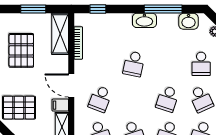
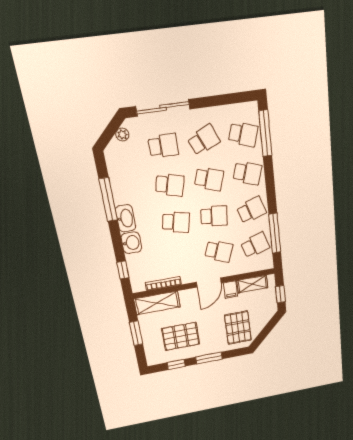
washbasin: (189, 21) -> (131, 243), moved
school desk: (167, 64) -> (170, 185), added
school desk: (134, 99) -> (214, 216), added

